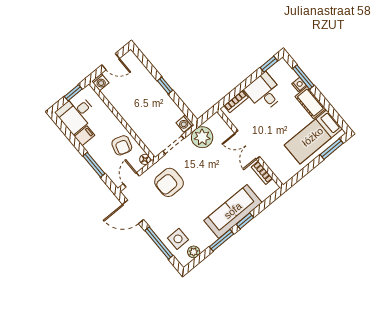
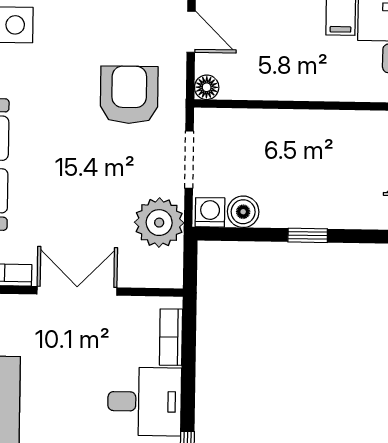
boiler: (175, 113) -> (243, 212), added
armchair: (122, 145) -> (267, 67), removed

